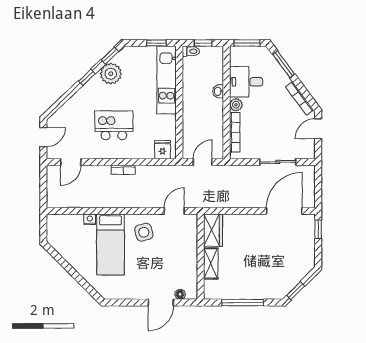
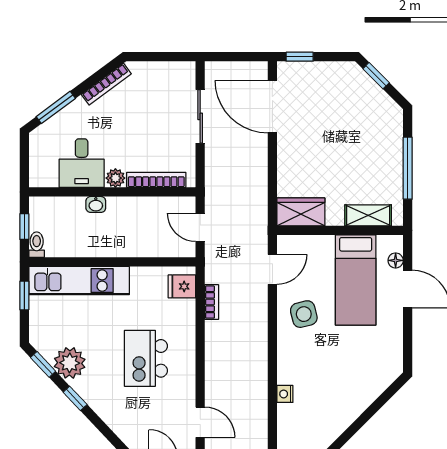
window: (247, 43) -> (24, 162), removed
door: (318, 129) -> (151, 57), removed
bookcase: (123, 170) -> (212, 302), moved
door: (174, 211) -> (272, 269), swing flipped
bed: (111, 244) -> (356, 280), moved, turned 90
shelving: (211, 263) -> (368, 215), moved
window: (296, 291) -> (376, 76), moved

